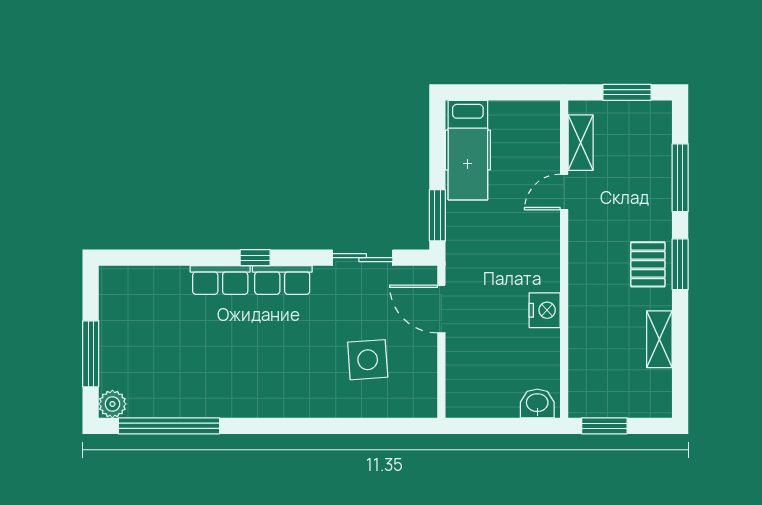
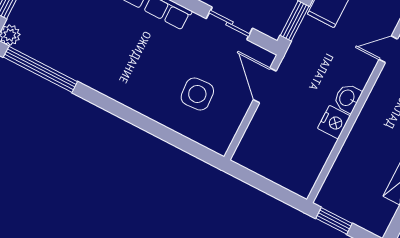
washbasin: (537, 403) -> (347, 98), moved, turned -90

